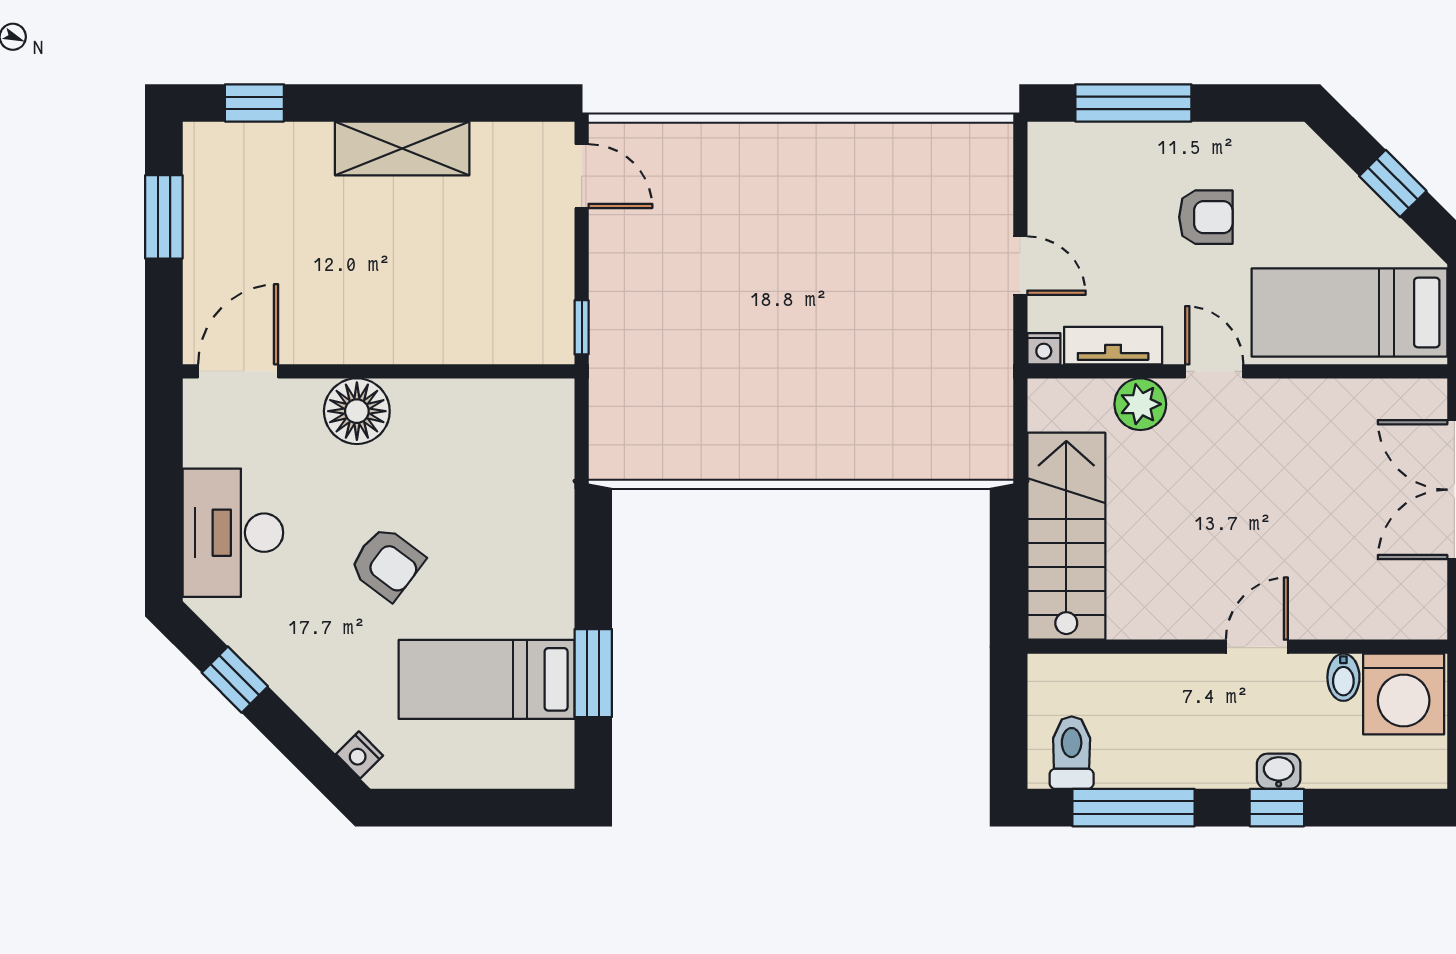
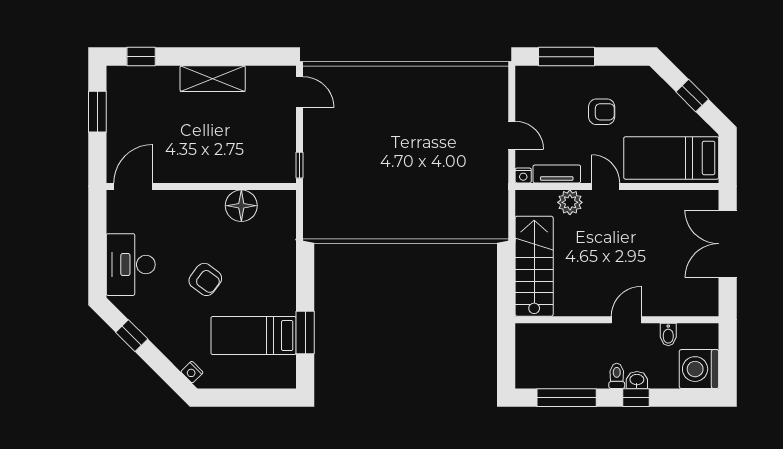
floor lamp: (357, 411) -> (241, 206), moved
washing machine: (1404, 694) -> (699, 369), moved, turned 90
toilet: (1072, 753) -> (617, 376), moved, width x0.73, depth x0.72

